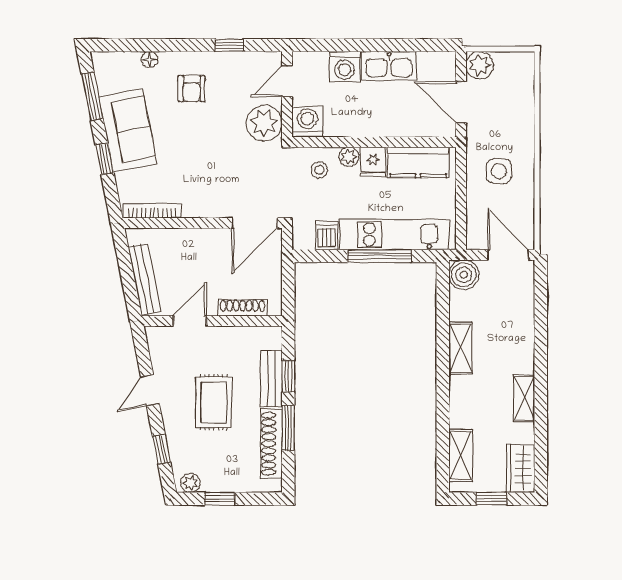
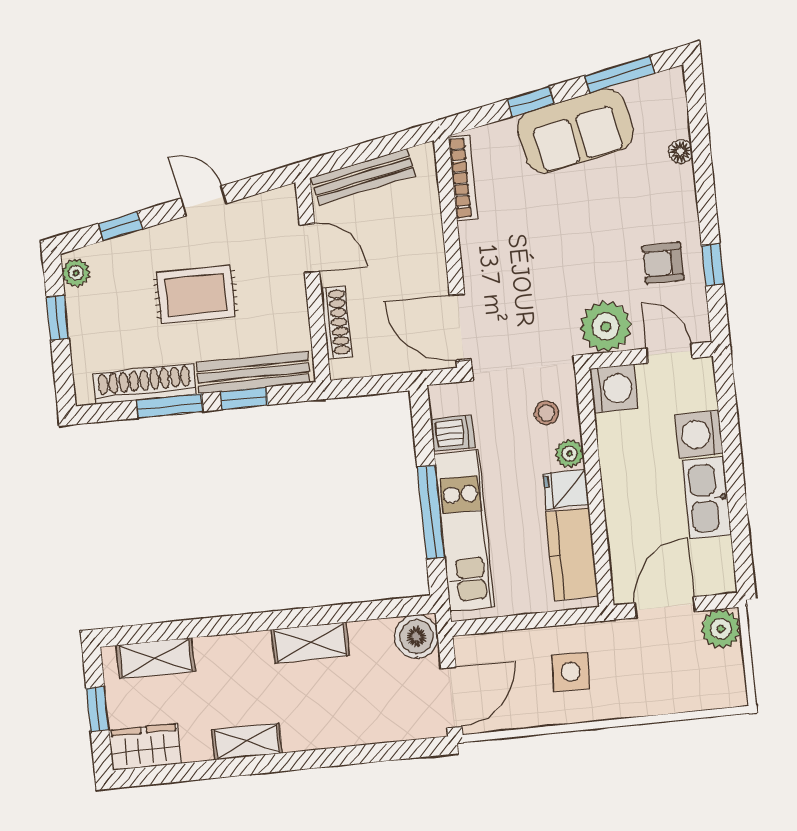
armchair: (192, 89) -> (663, 263), moved
bench: (271, 379) -> (253, 373), width x1.36

